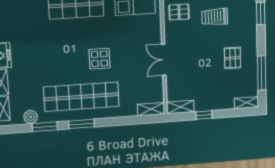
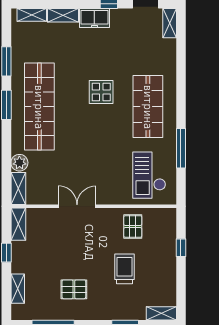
display table: (99, 59) -> (101, 92), moved
shelving: (246, 103) -> (18, 289), moved
plant: (31, 117) -> (19, 163), moved

